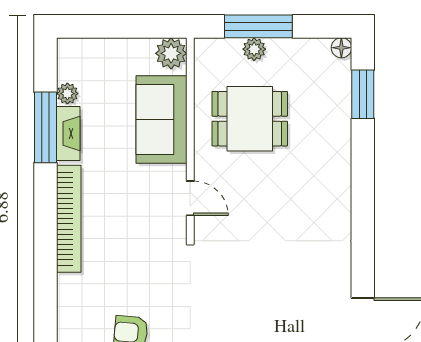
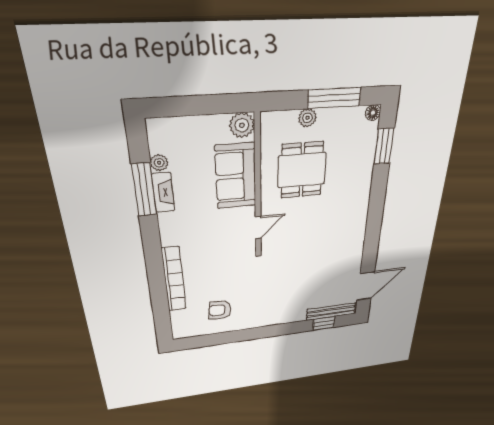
window: (258, 26) -> (334, 98), moved
dining table: (250, 119) -> (302, 170), turned 90
door: (190, 198) -> (258, 228), hinge flipped
bookcase: (69, 219) -> (174, 279), moved

